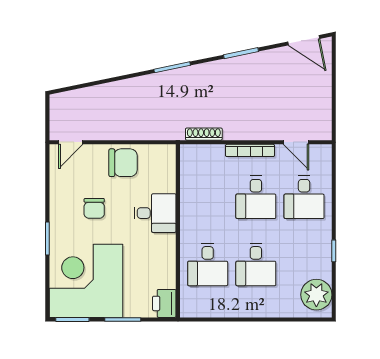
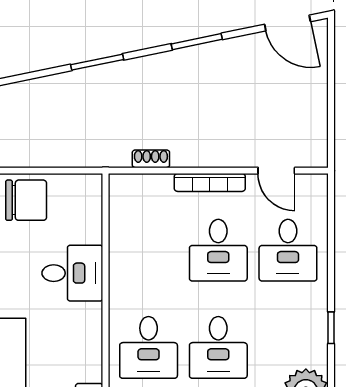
shoe rack: (204, 134) -> (151, 159), width x0.70

